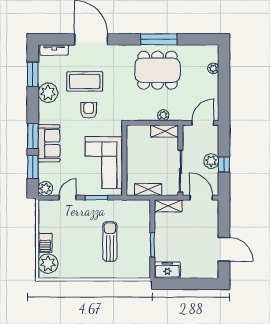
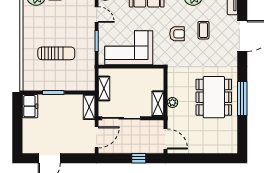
plant: (213, 68) -> (216, 148), removed
coffee table: (85, 81) -> (203, 30), width x0.54, depth x0.58
plant: (211, 161) -> (130, 146), removed
window: (224, 164) -> (139, 158), moved

